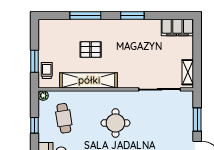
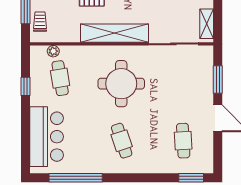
shelving: (89, 80) -> (115, 33), moved
plant: (43, 96) -> (53, 51), moved
round table: (115, 123) -> (121, 84), width x1.36, depth x1.36

